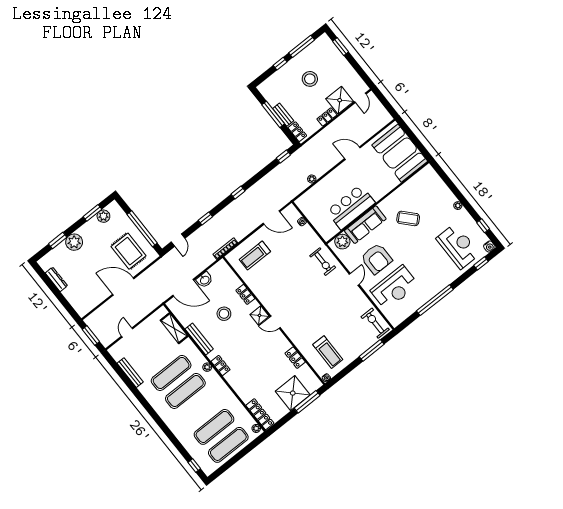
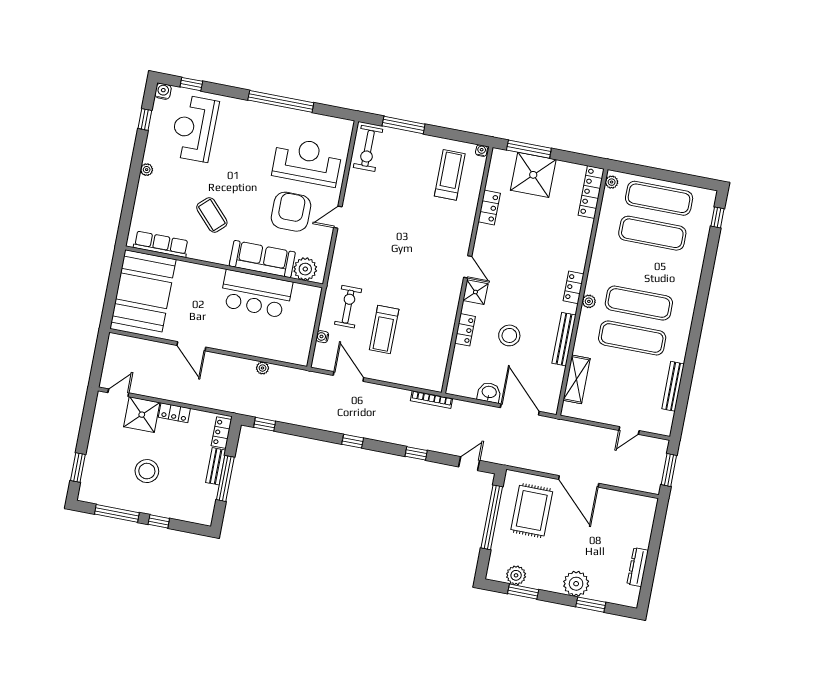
row of seats: (415, 181) -> (161, 244), added
treadmill: (255, 256) -> (384, 330), moved, turned 90
exercise bike: (323, 262) -> (348, 307), moved

